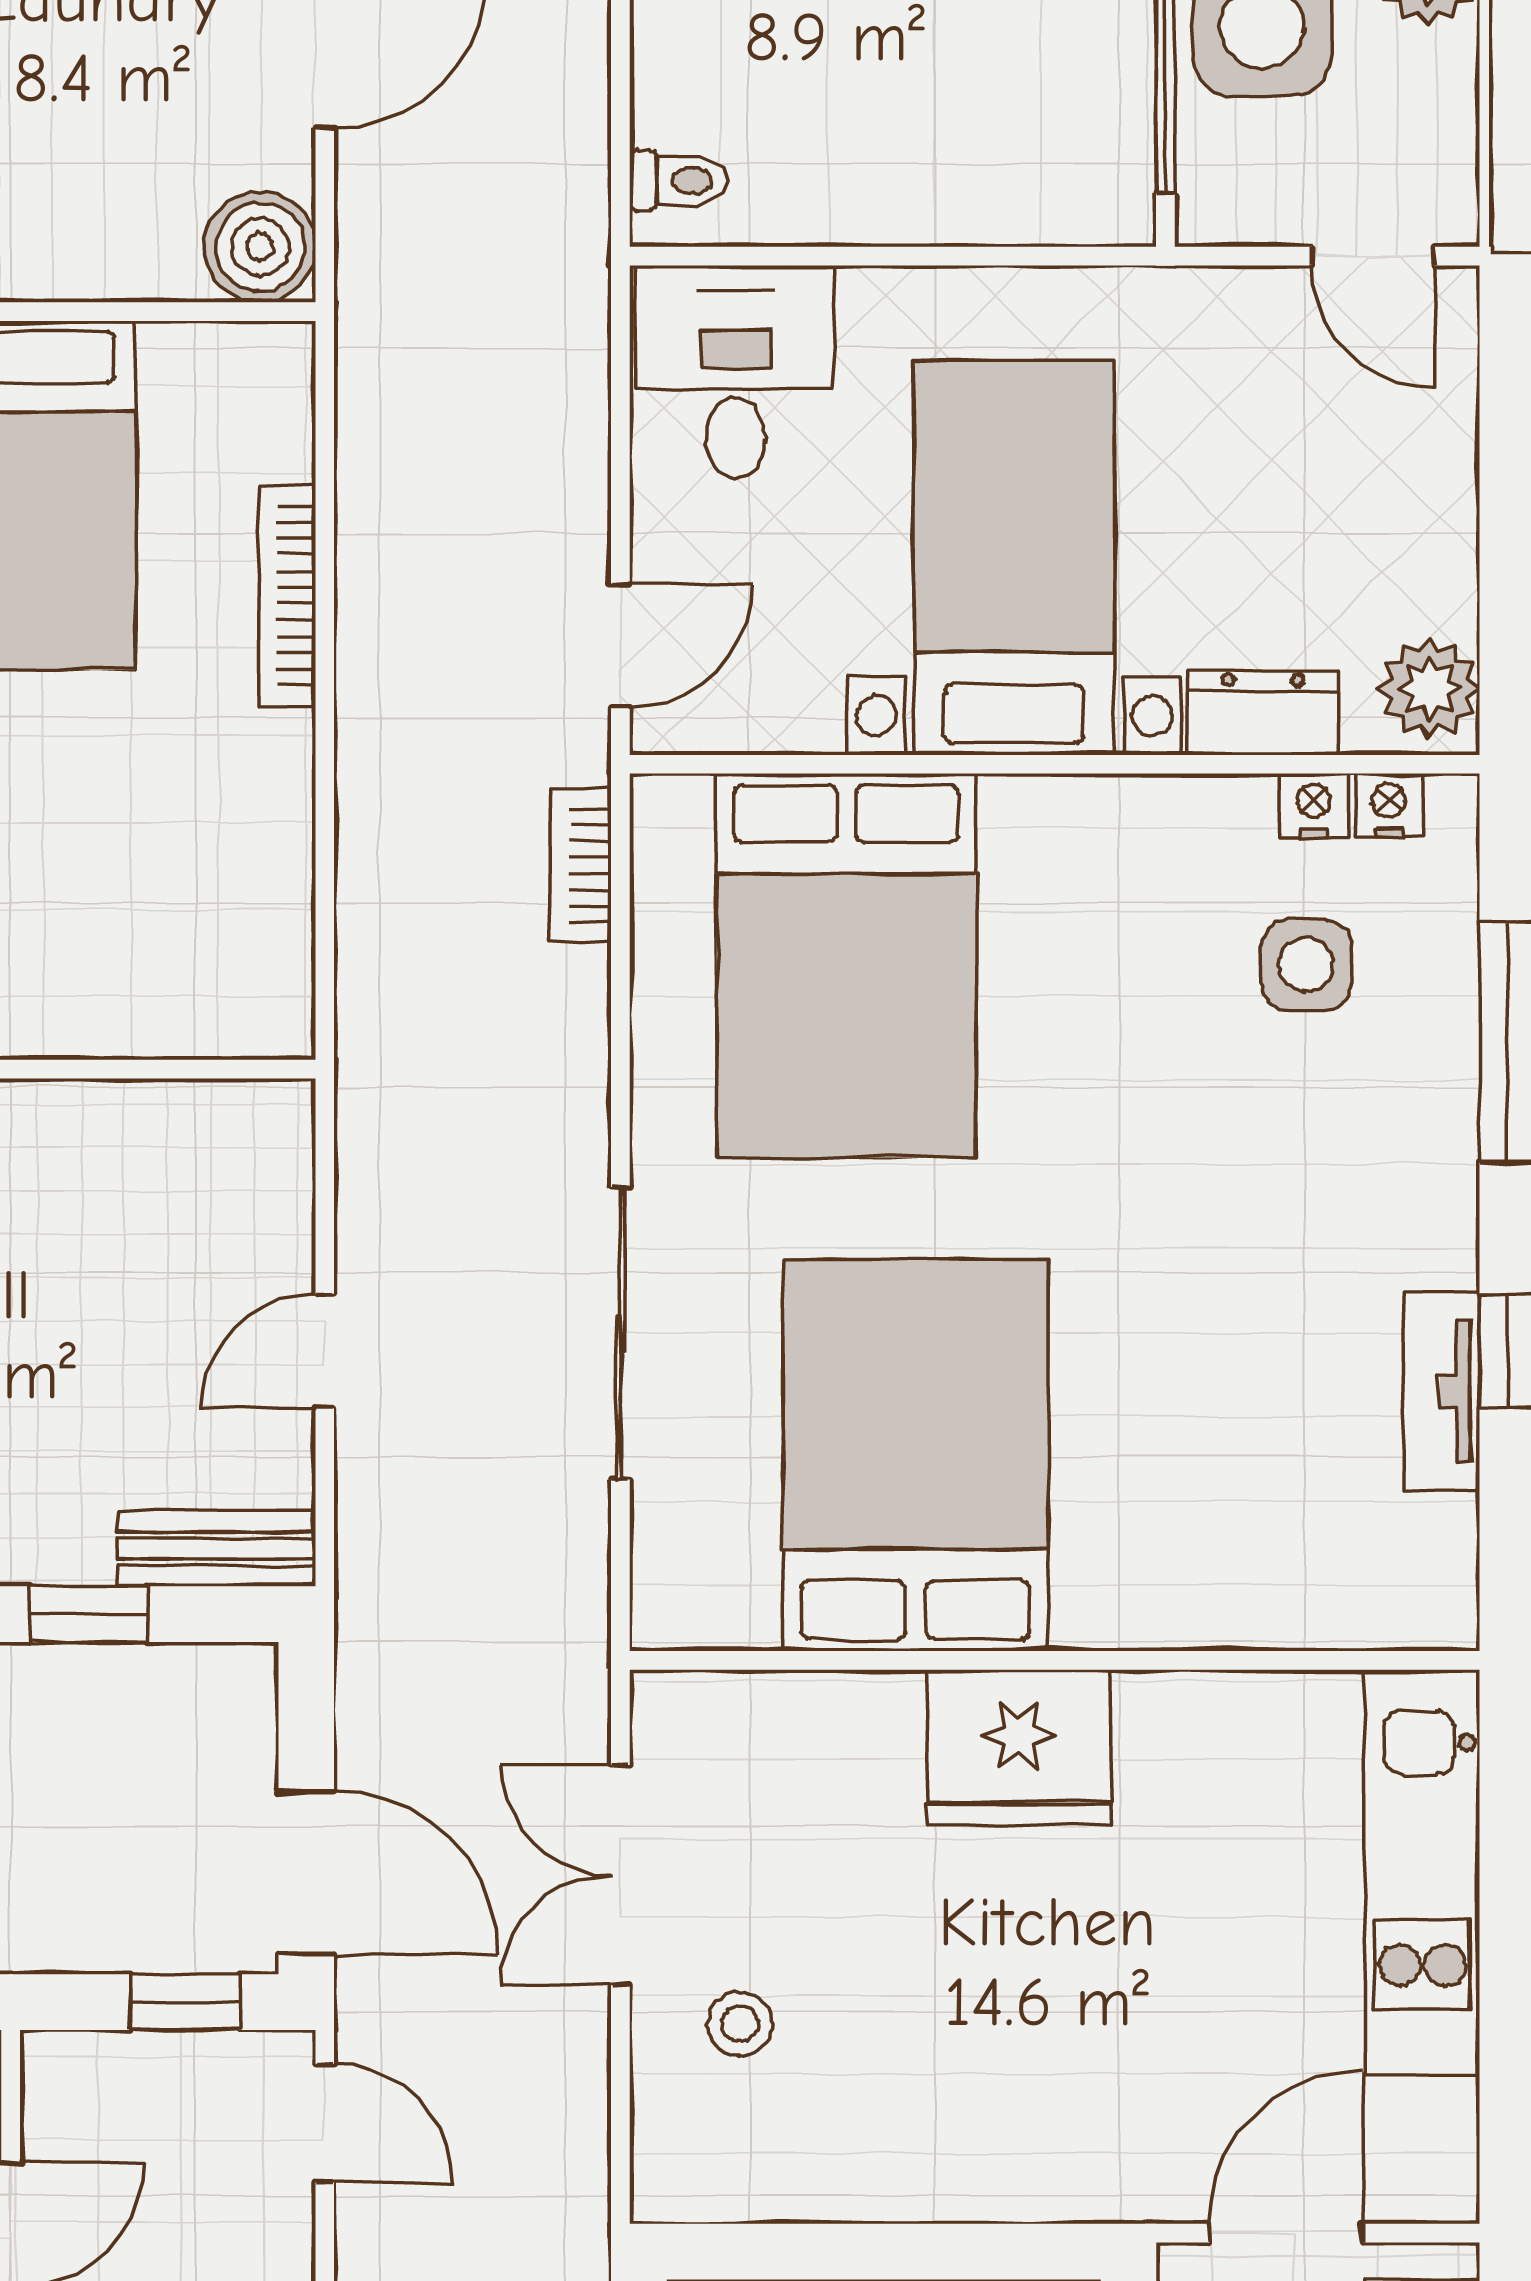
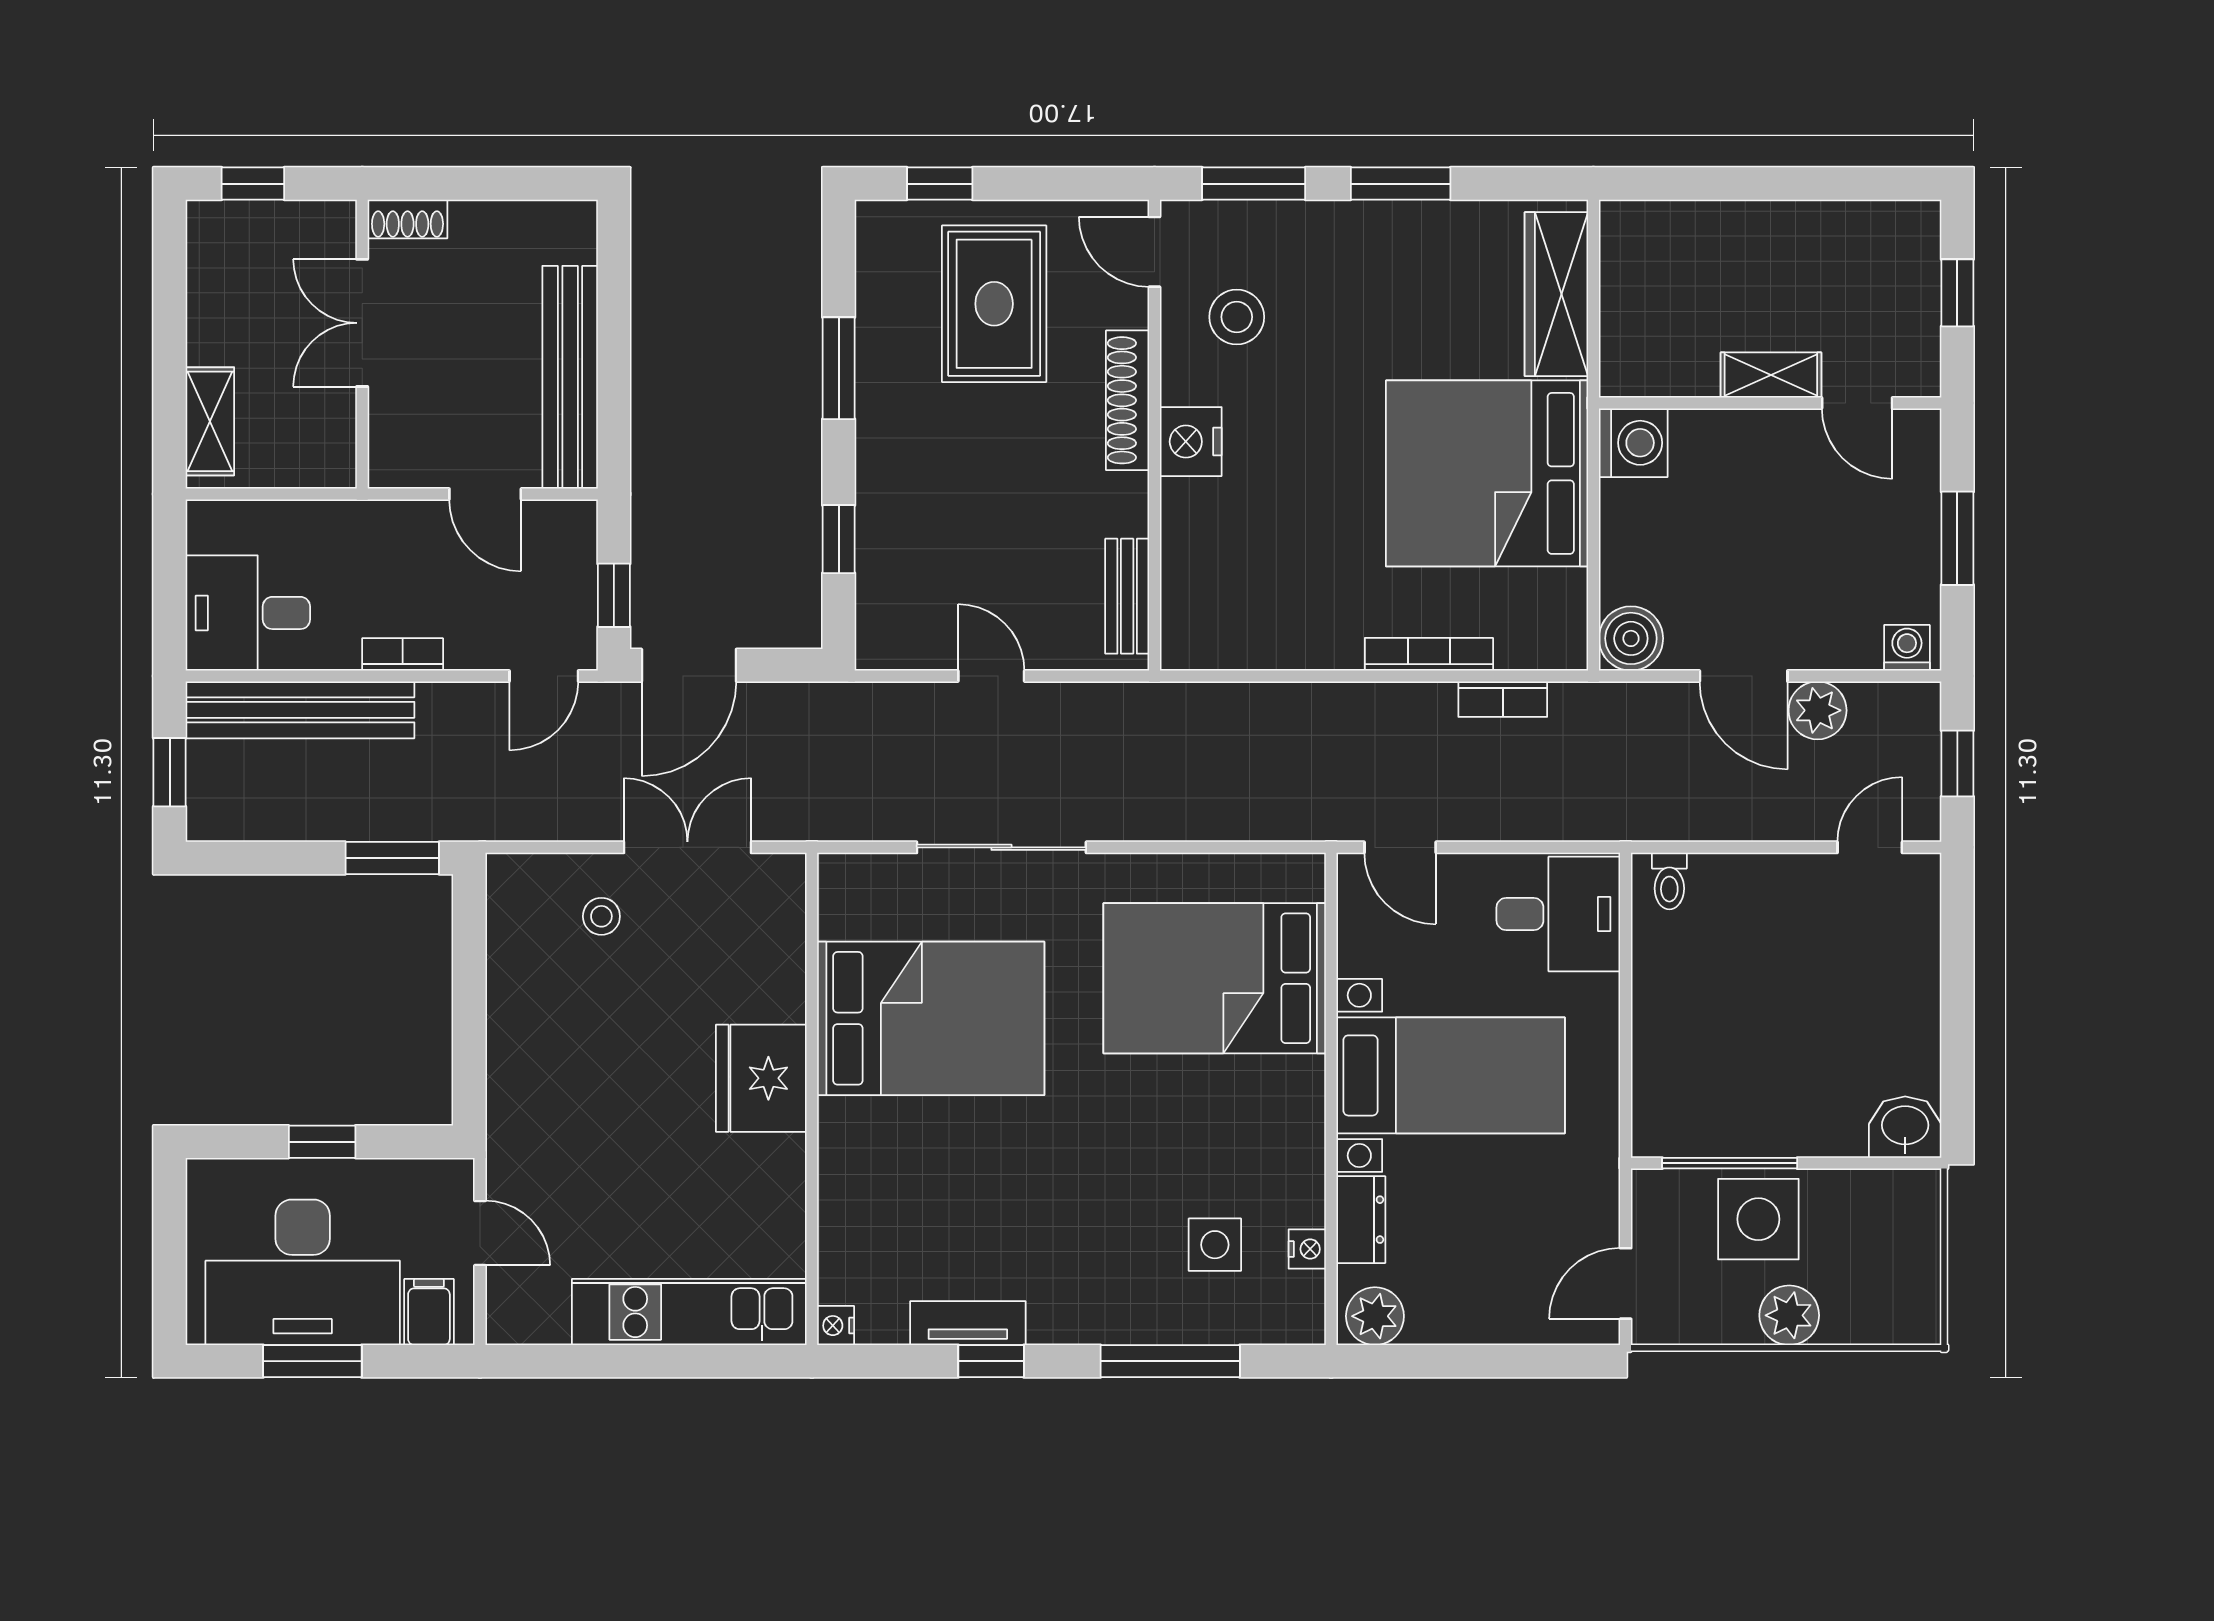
nightstand: (1389, 805) -> (836, 1326), moved, turned 180
bookcase: (580, 865) -> (1503, 699), moved, turned 180
bench: (216, 1549) -> (1127, 596), moved
door: (1286, 2233) -> (480, 1233), width x0.73

